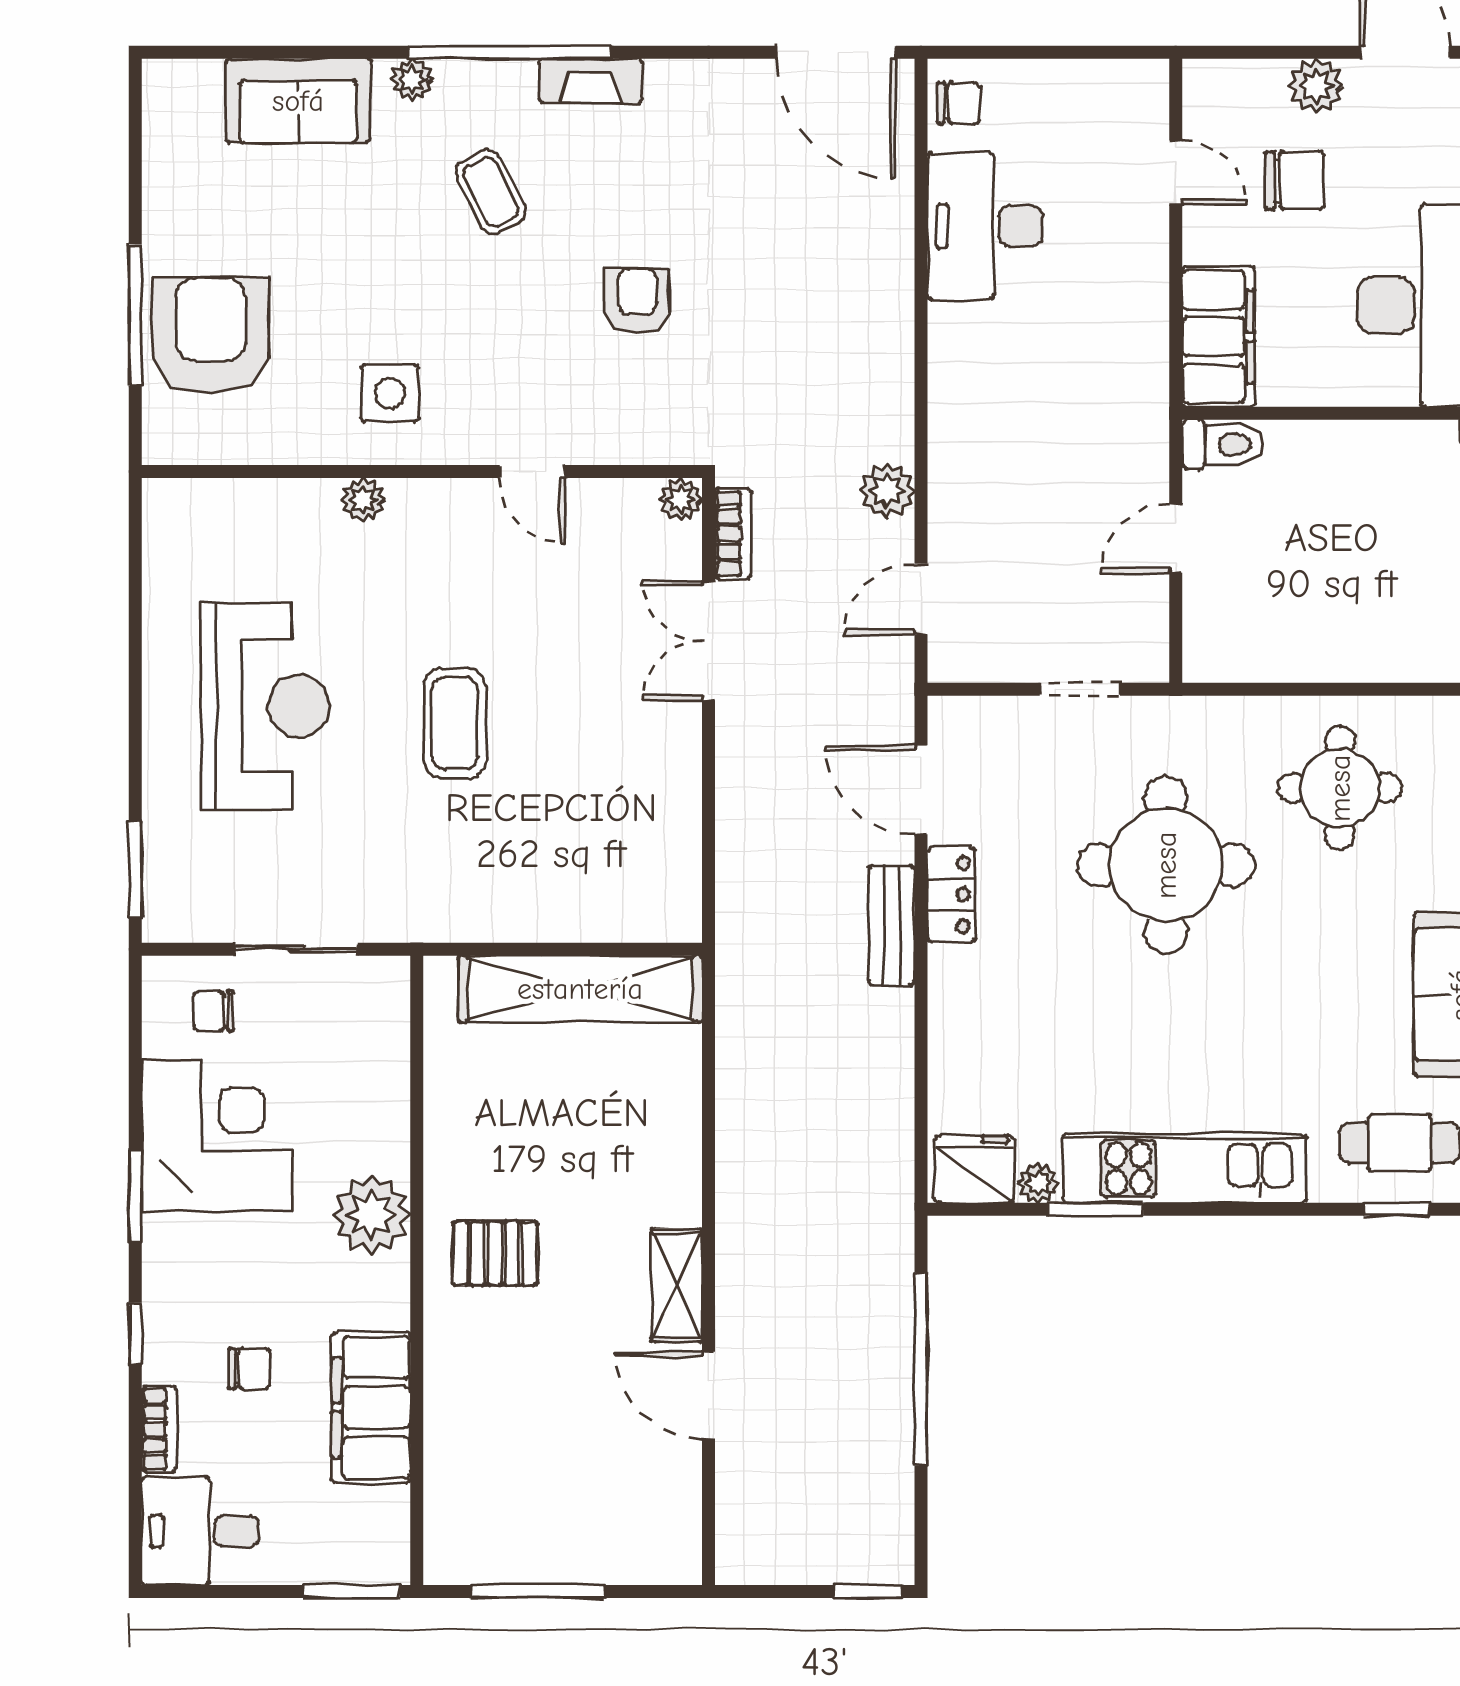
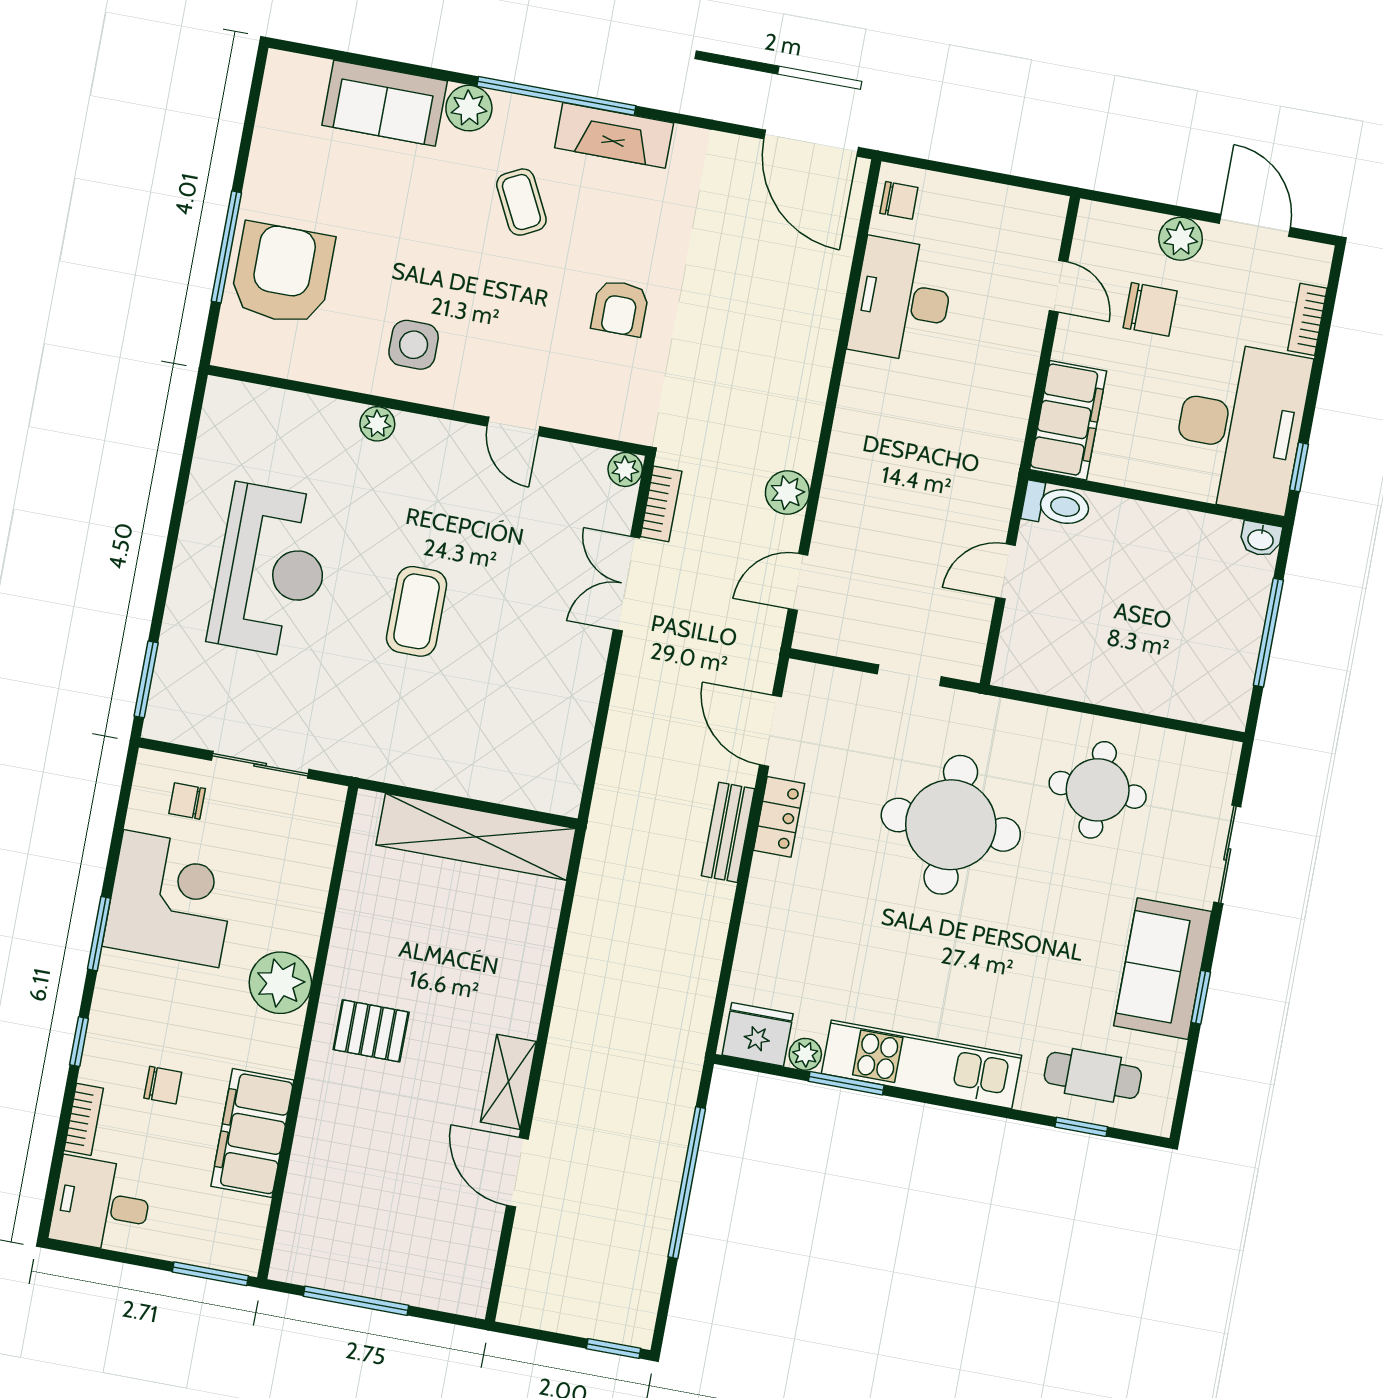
plant: (412, 80) -> (469, 108), width x1.38, depth x1.38
fireplace: (590, 81) -> (614, 135), width x1.37, depth x1.32
armchair: (637, 301) -> (620, 308), turned 180

